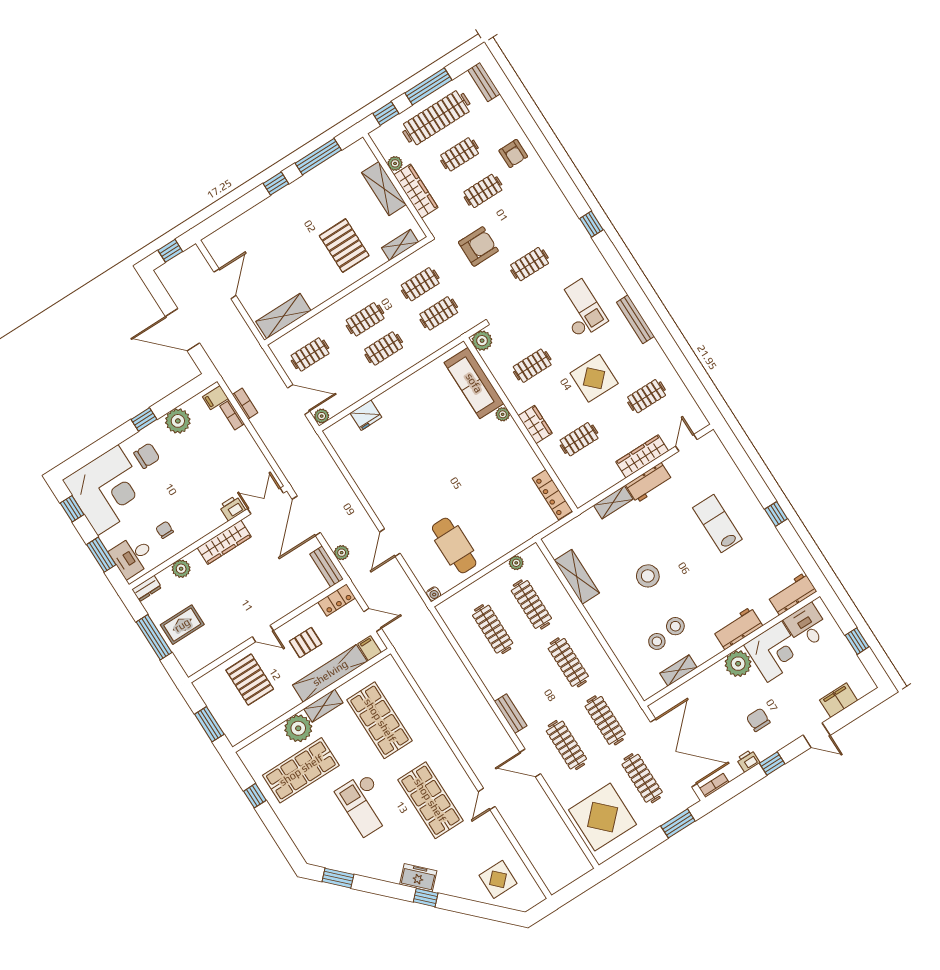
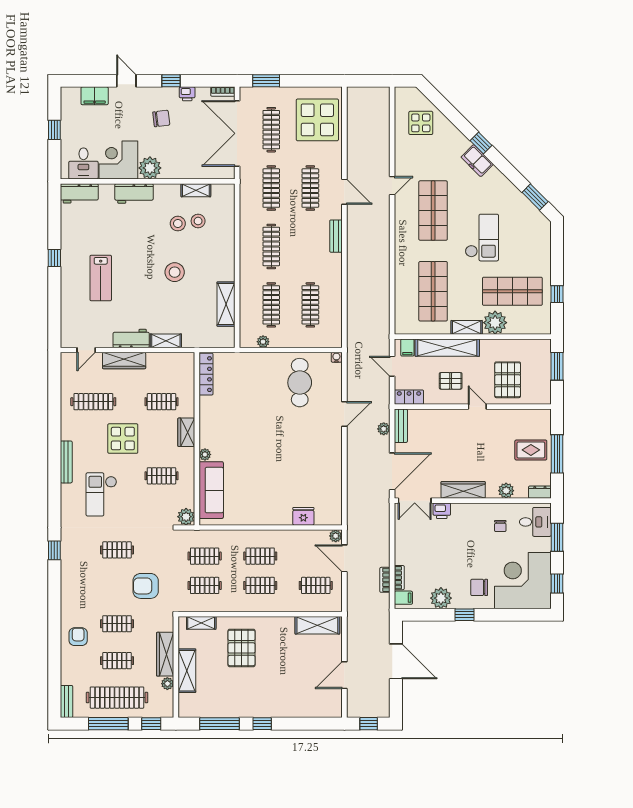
clothes rail: (647, 396) -> (93, 402), width x1.36
chair: (758, 720) -> (161, 118), turned -97

